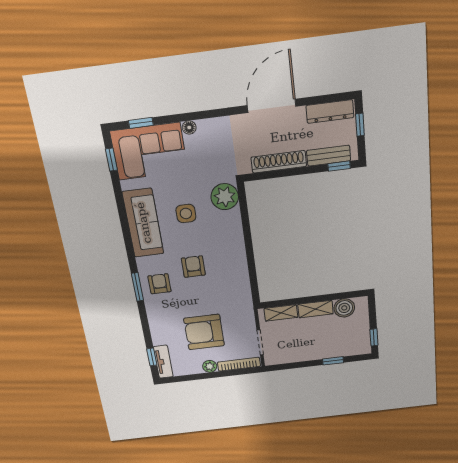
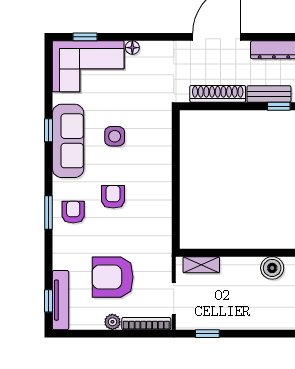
window: (111, 160) -> (49, 130), moved
plant: (225, 197) -> (158, 123), removed
shelving: (315, 309) -> (240, 265), removed
window: (333, 361) -> (207, 334), moved
tv unit: (163, 362) -> (60, 300), width x1.41

